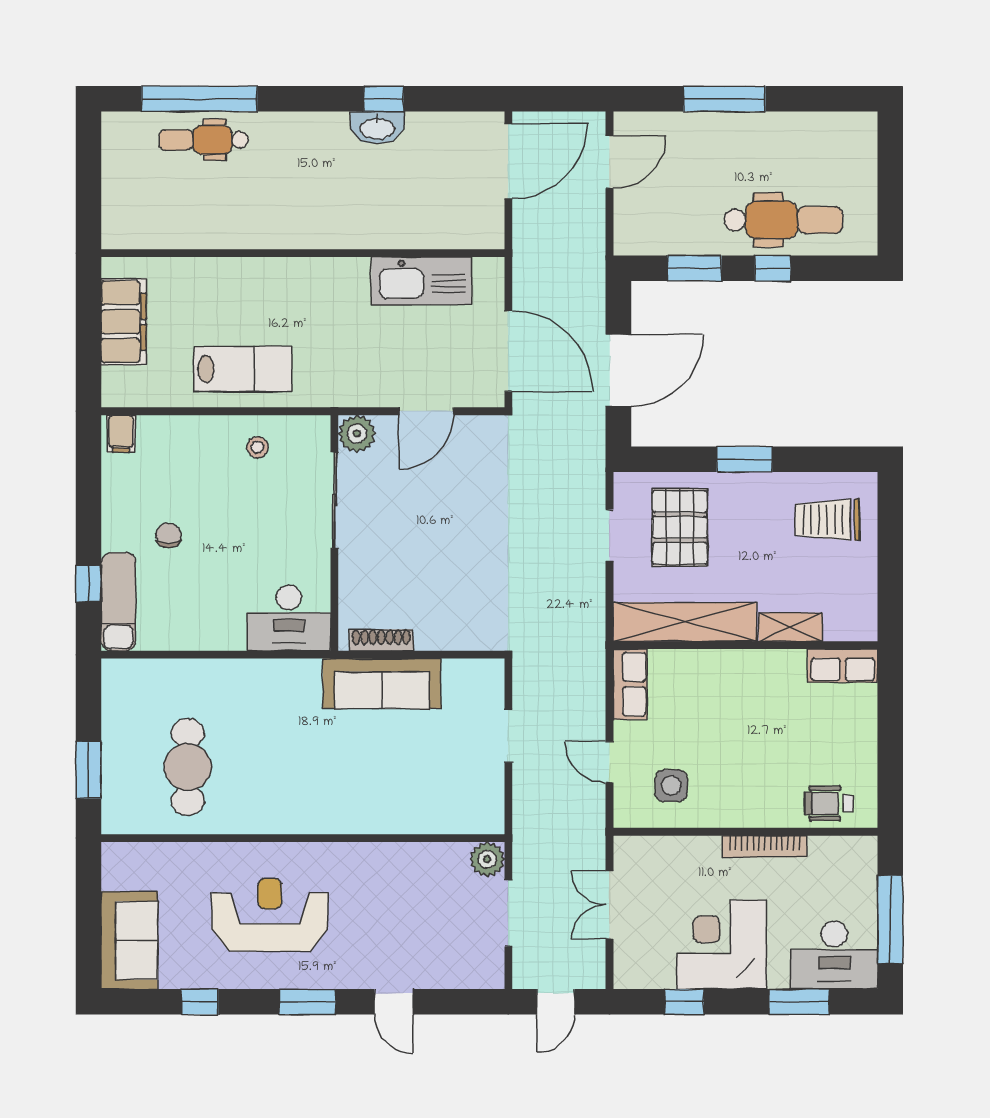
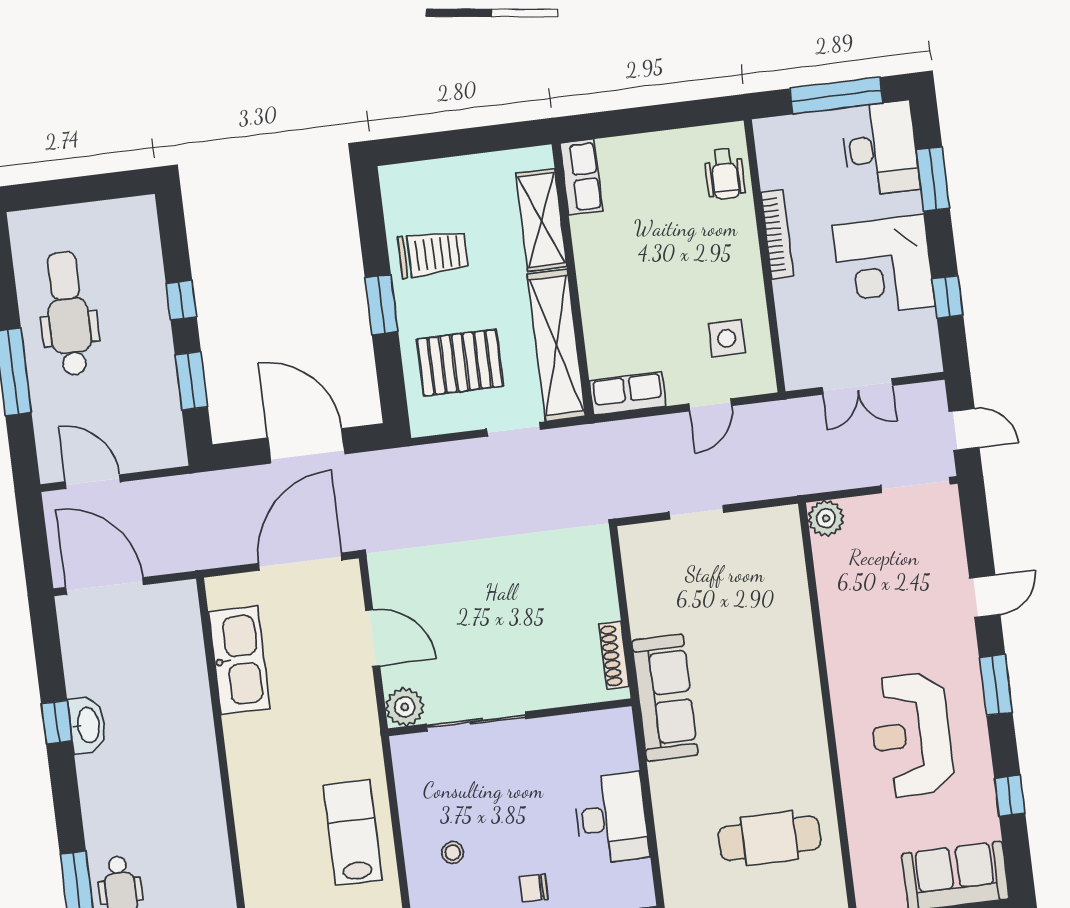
dental chair: (783, 220) -> (68, 313), moved
stool: (257, 447) -> (453, 853), moved
trolley: (827, 520) -> (433, 254), moved, turned -90
doorway: (610, 535) -> (513, 429), moved
desk: (289, 618) -> (611, 818), moved
shelving: (791, 627) -> (541, 220), width x1.50, depth x1.33
sofa: (382, 684) -> (665, 698), moved
doorway: (508, 913) -> (916, 485), moved

